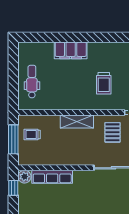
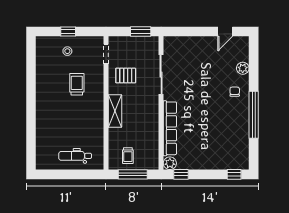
filing cabinet: (71, 50) -> (44, 117), removed
trolley: (104, 83) -> (77, 84), turned -90
row of seats: (52, 177) -> (170, 128), width x1.36

